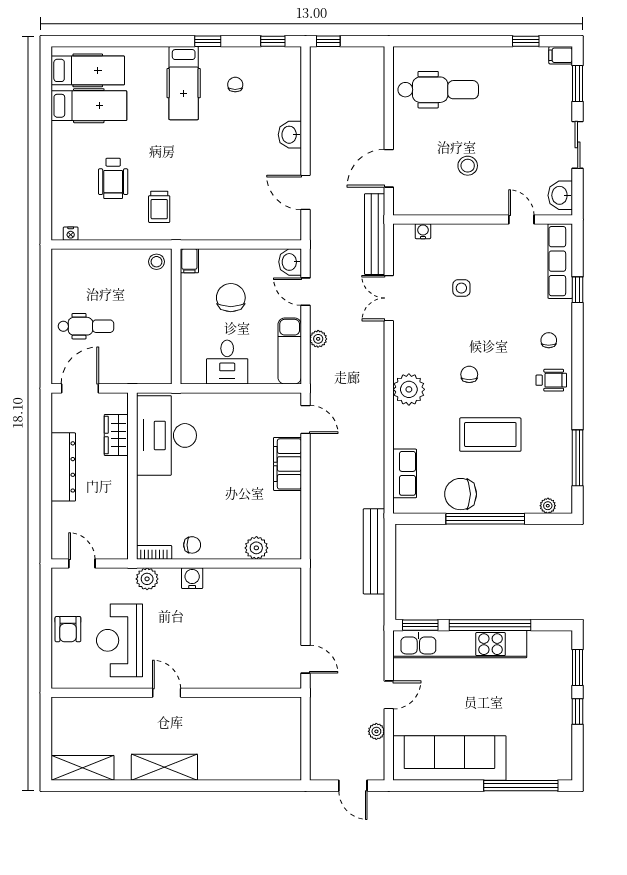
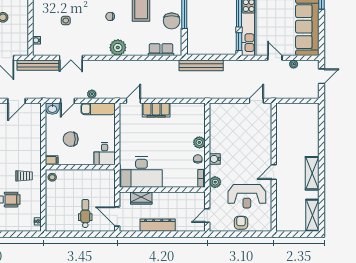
desk: (227, 362) -> (105, 154), moved, turned 90
plant: (256, 548) -> (199, 142), moved
armchair: (68, 629) -> (241, 223), turned -90

